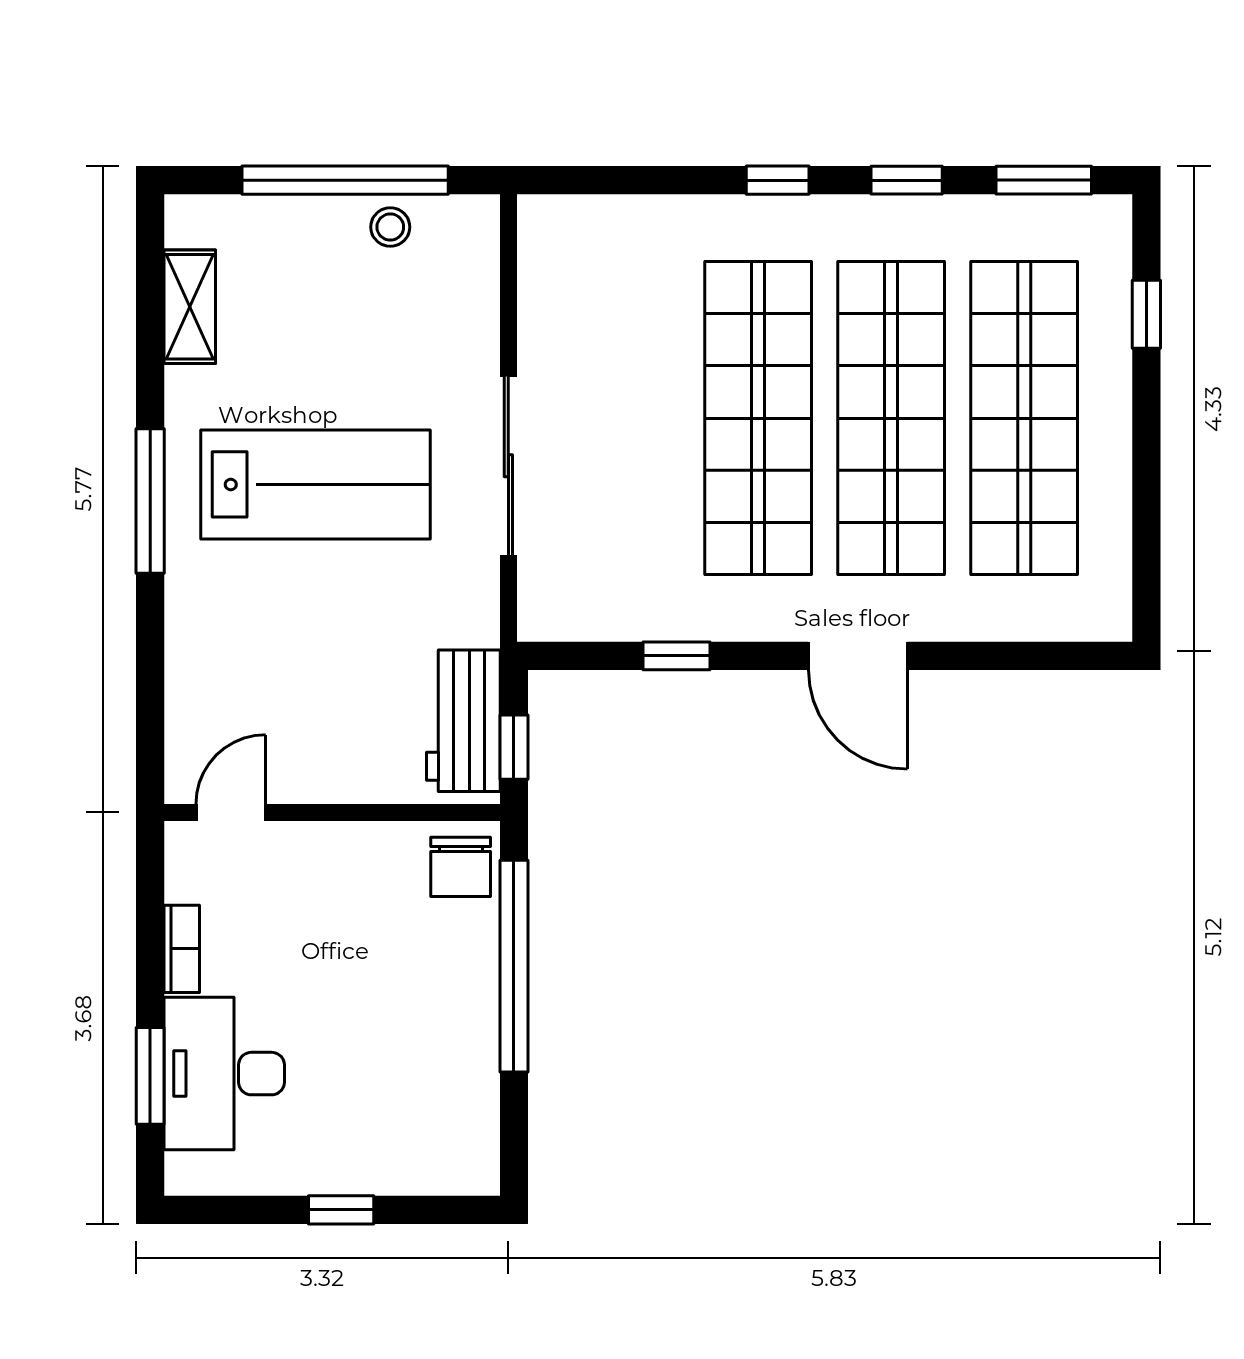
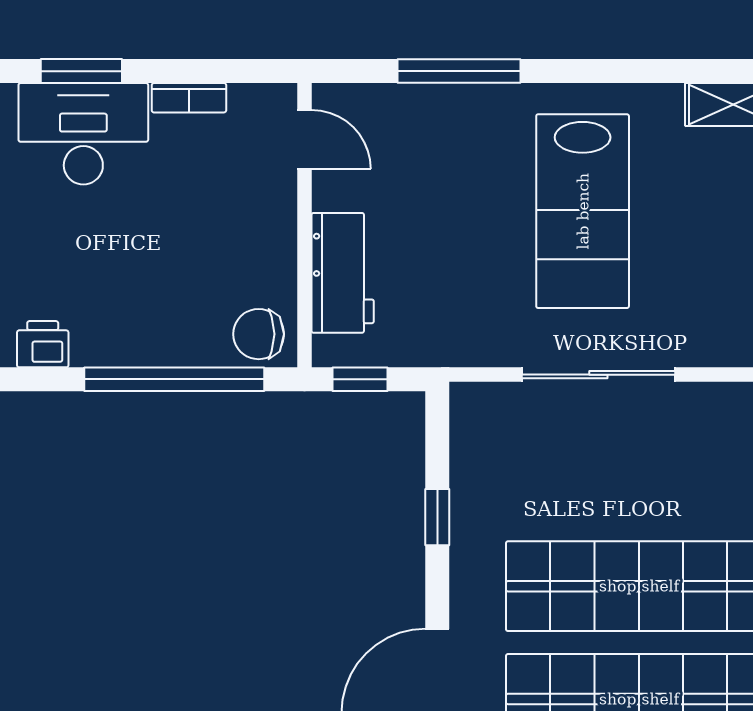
window: (150, 501) -> (459, 71), moved
workbench: (463, 721) -> (343, 273), moved, turned 90
printer: (473, 1121) -> (43, 344), added

